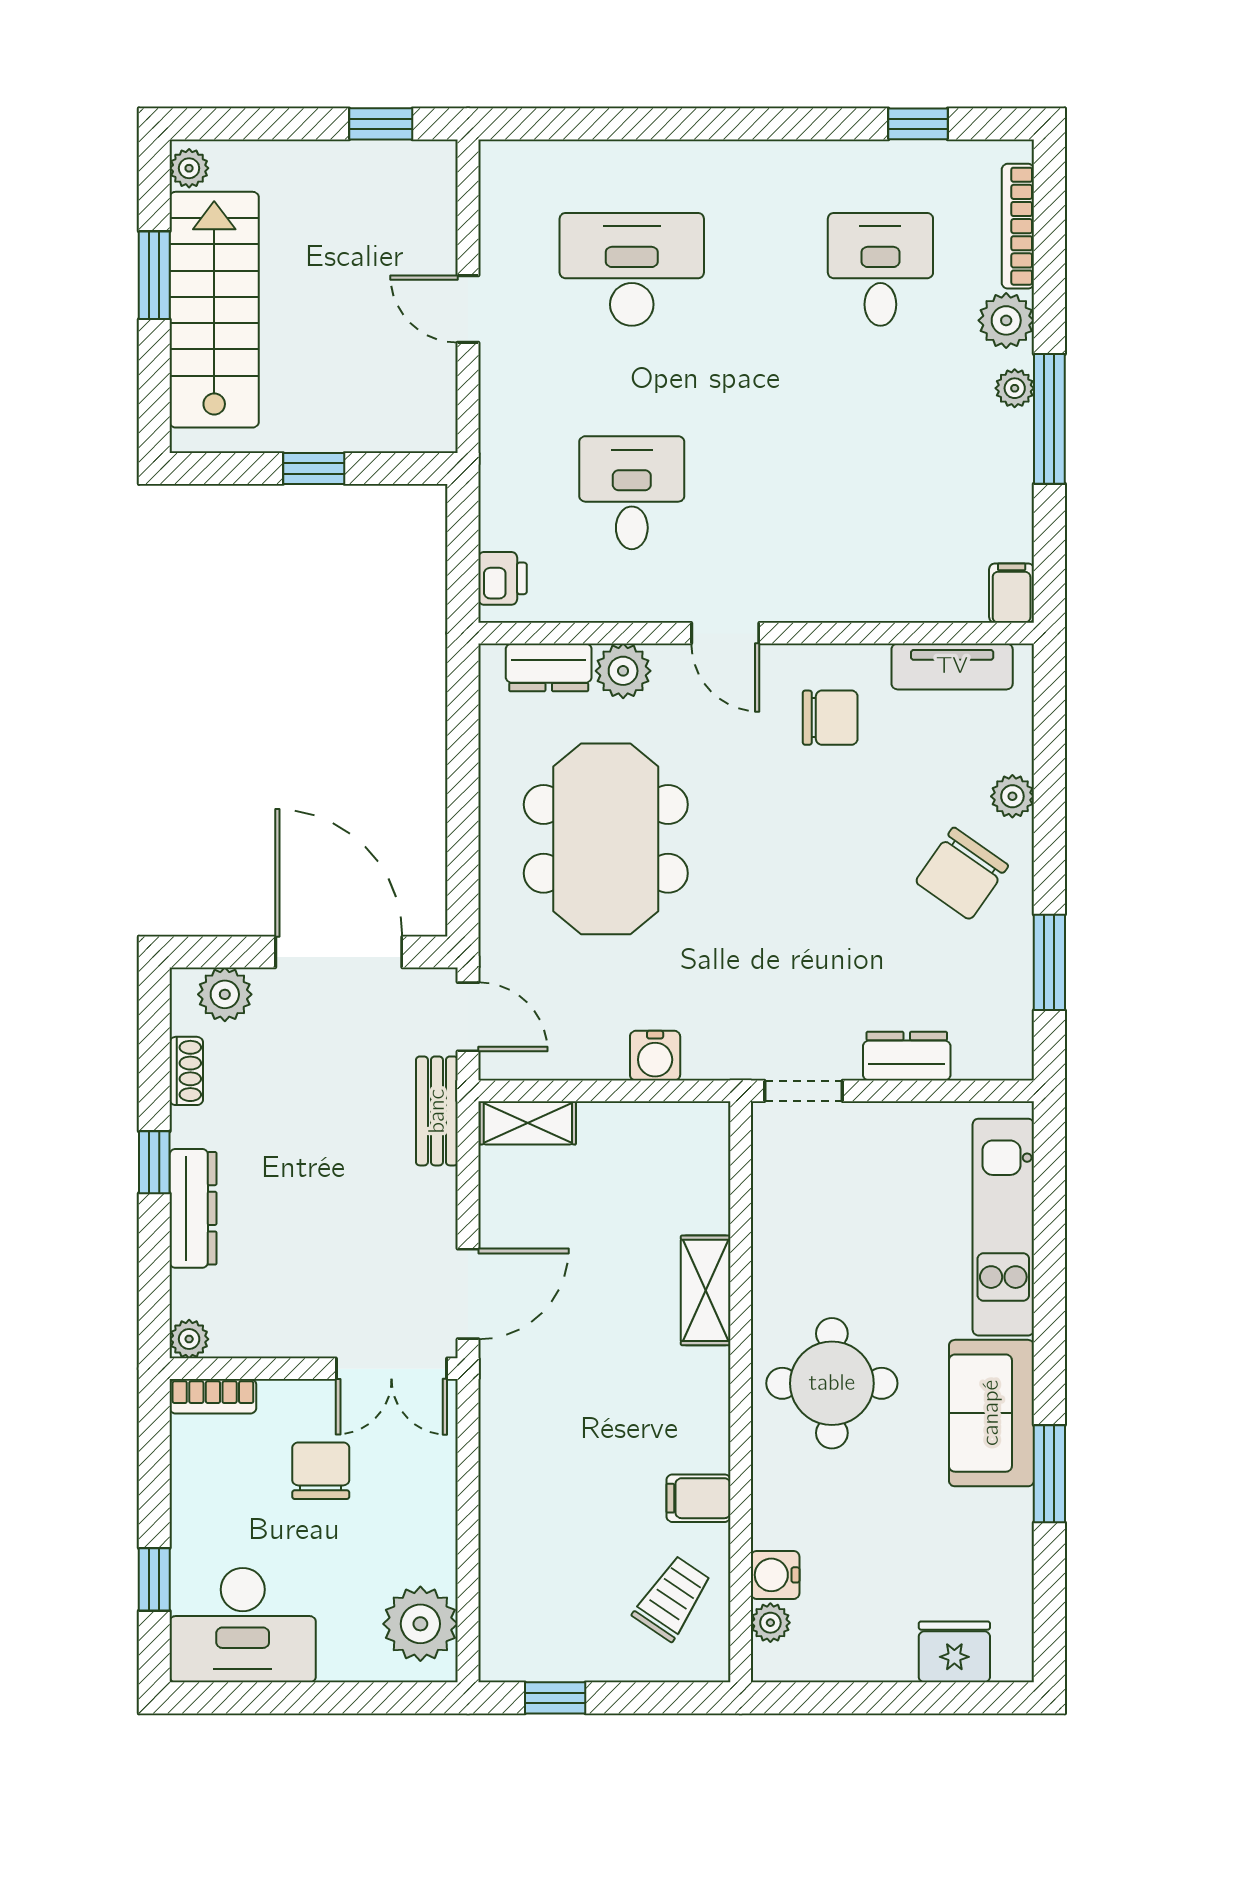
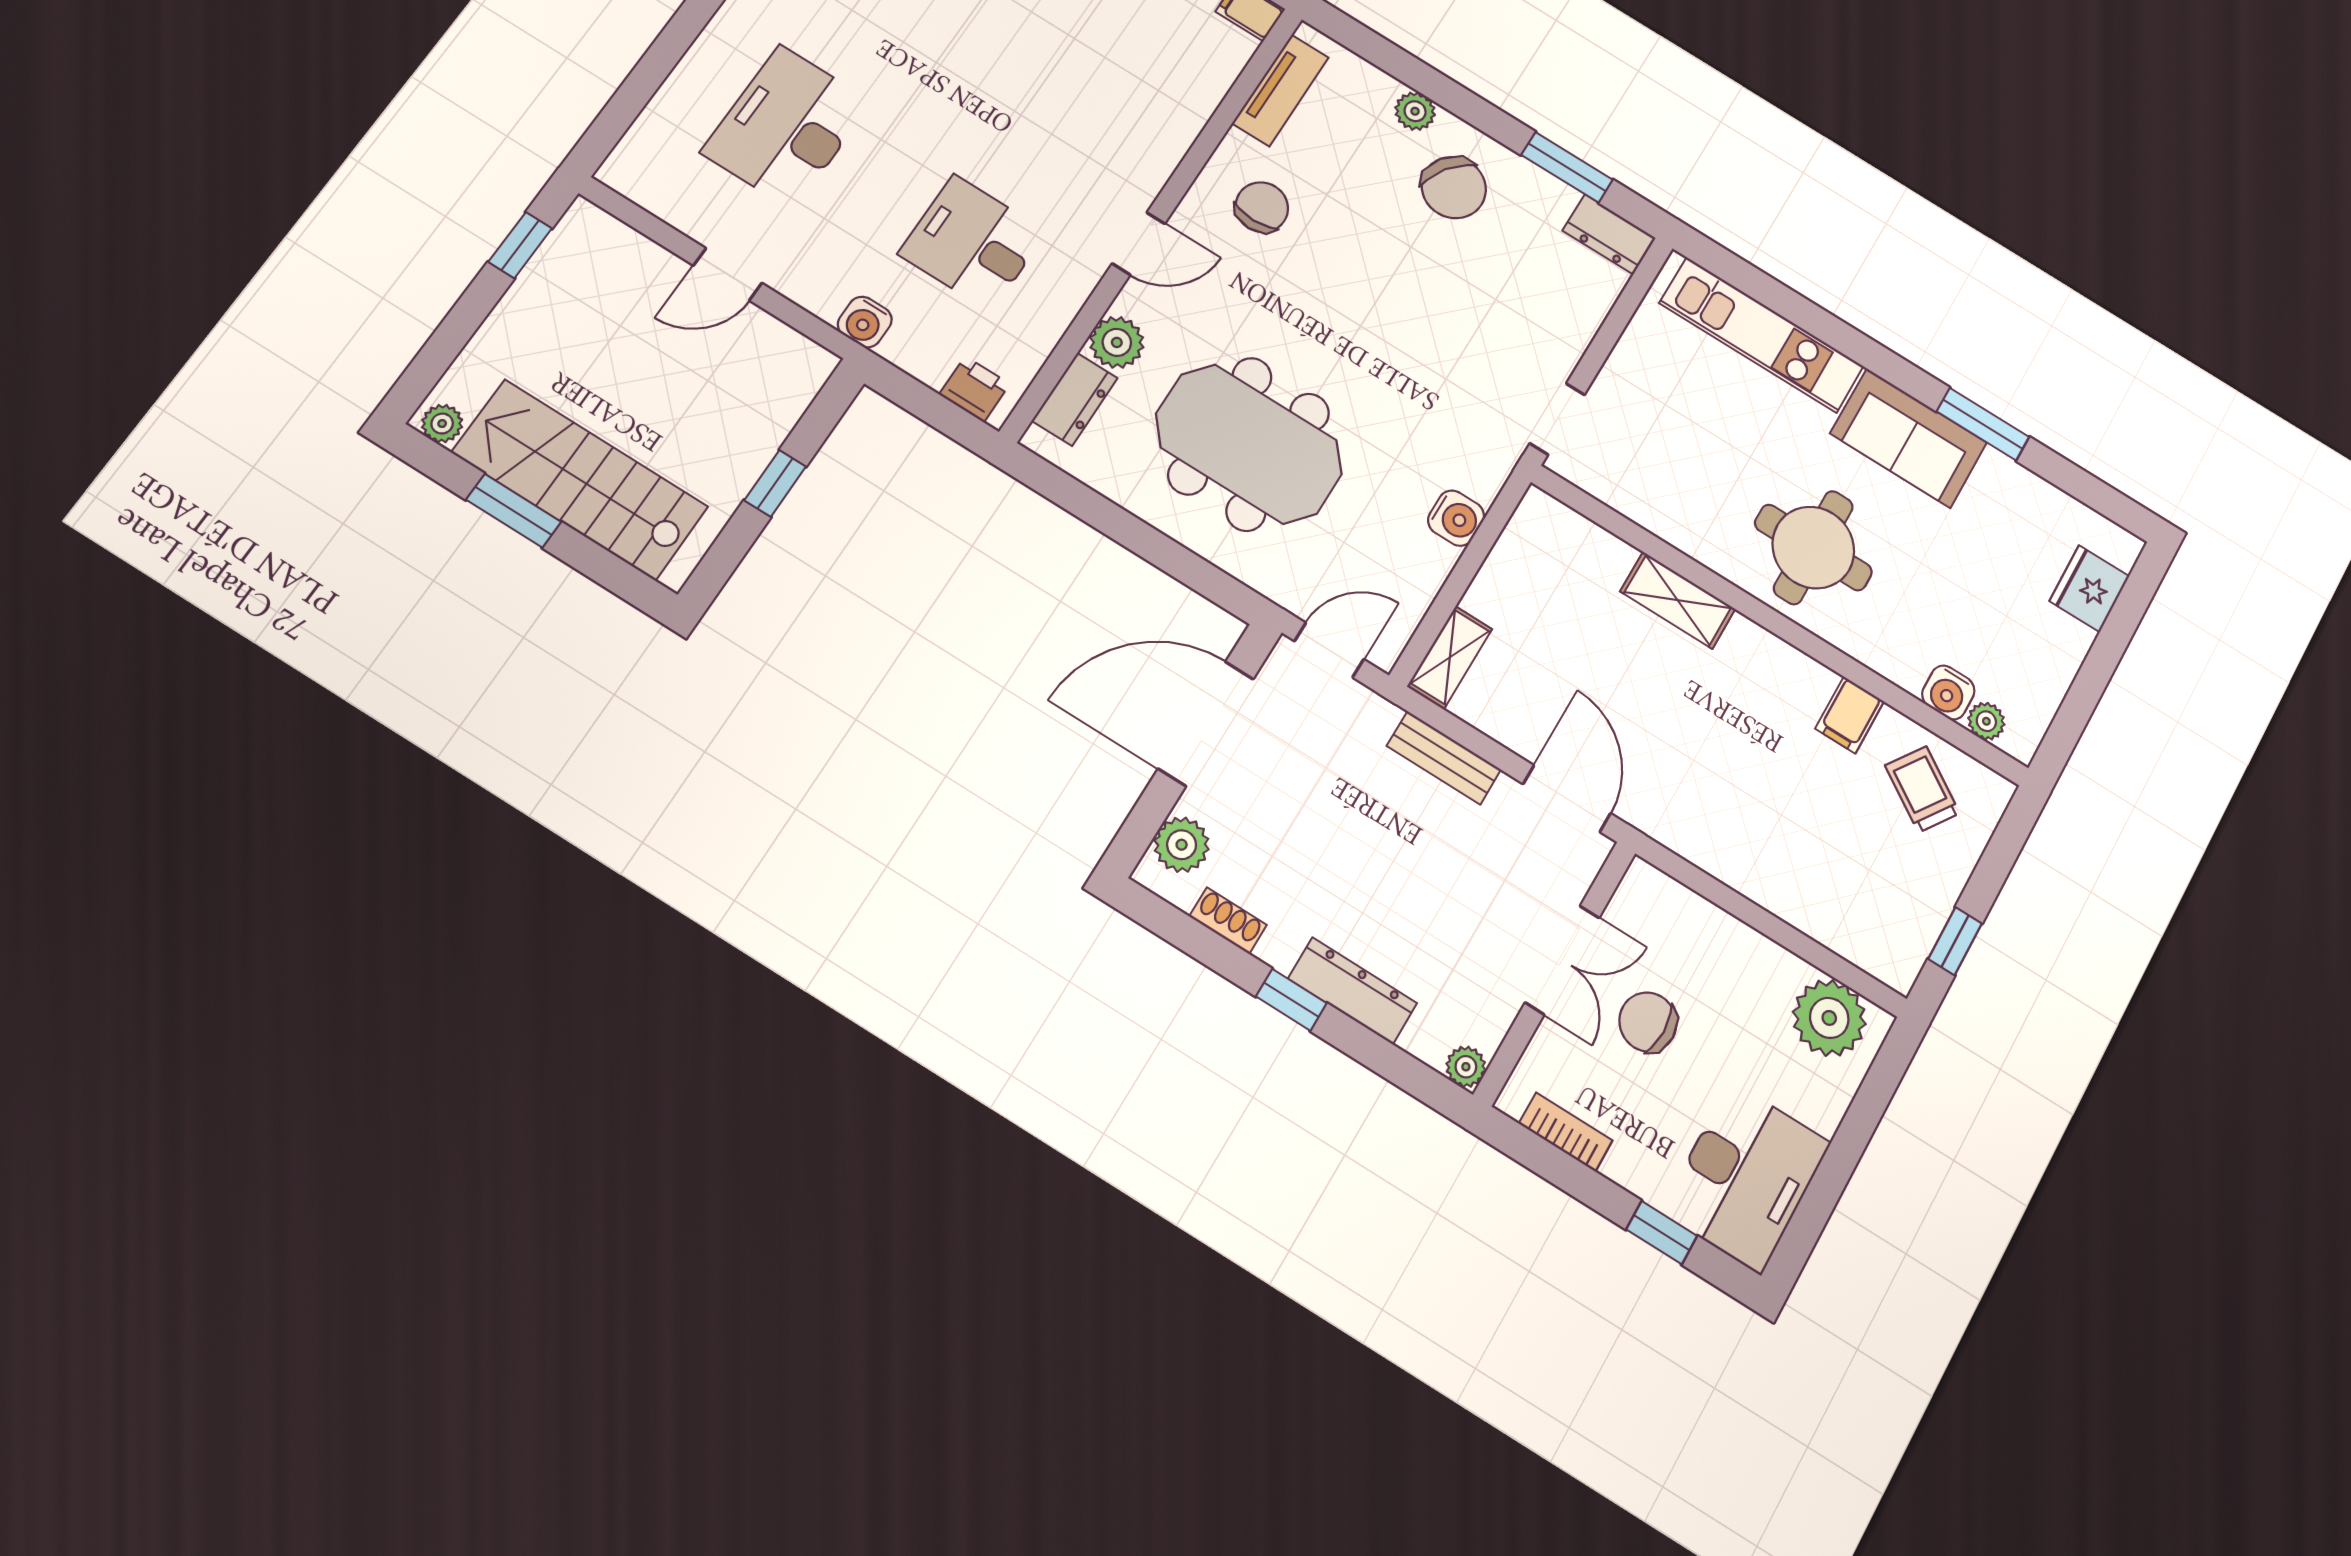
water cooler: (501, 449) -> (865, 322), added
dresser: (907, 1056) -> (1609, 234), moved, turned -90
bench: (437, 1111) -> (1444, 758), moved
double door: (391, 1369) -> (1562, 960), moved
bookcase: (213, 1396) -> (1566, 1132), moved, turned -90

